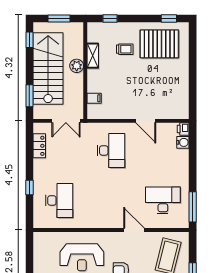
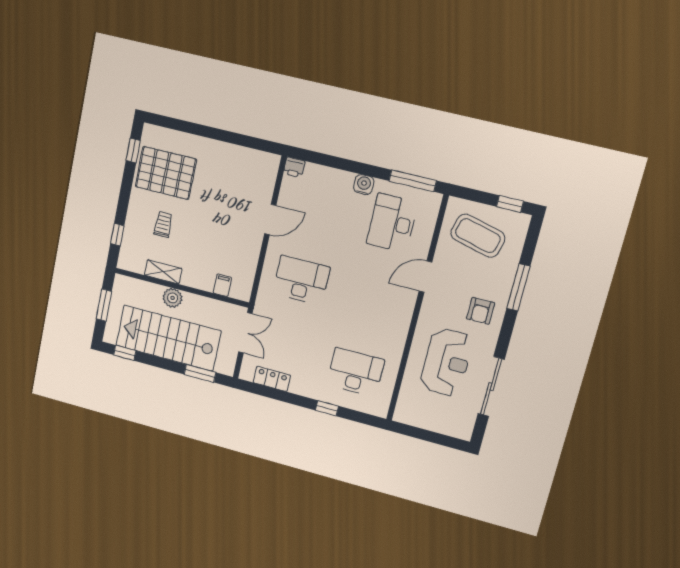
pallet: (159, 44) -> (166, 173), turned 90
water cooler: (183, 142) -> (364, 185), moved

